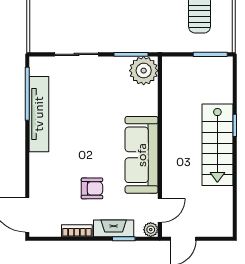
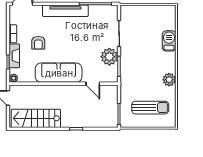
plant: (144, 71) -> (109, 57), moved
tv unit: (39, 114) -> (65, 11), moved
stairs: (217, 145) -> (36, 118), moved
door: (160, 210) -> (93, 84), moved

